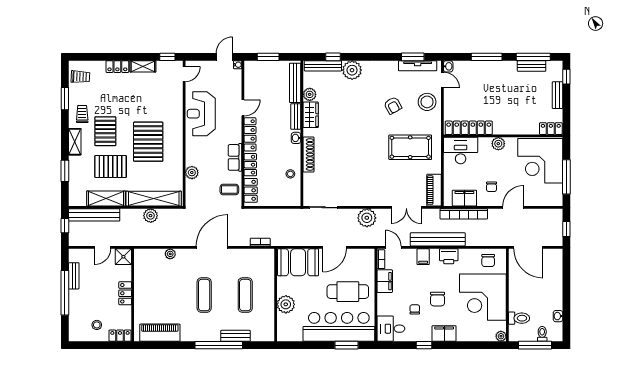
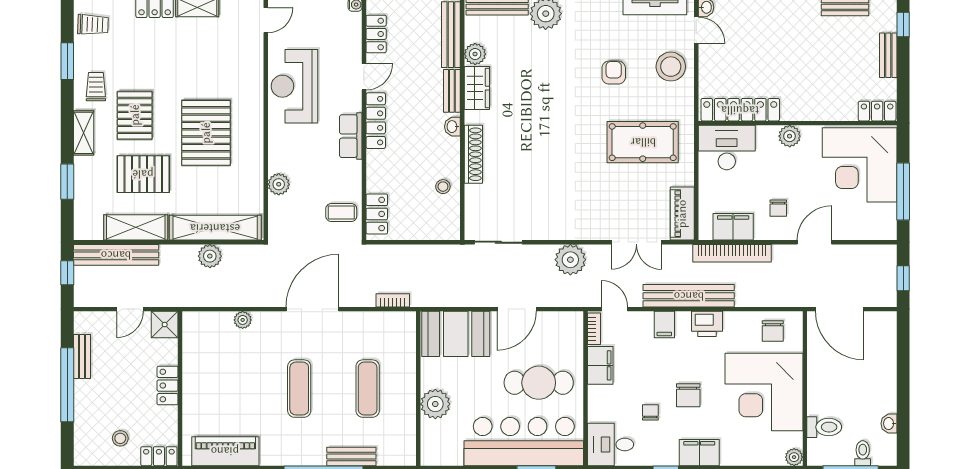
armchair: (393, 106) -> (614, 73), turned -151
row of seats: (235, 157) -> (351, 136), moved
locker: (250, 165) -> (376, 34), moved

